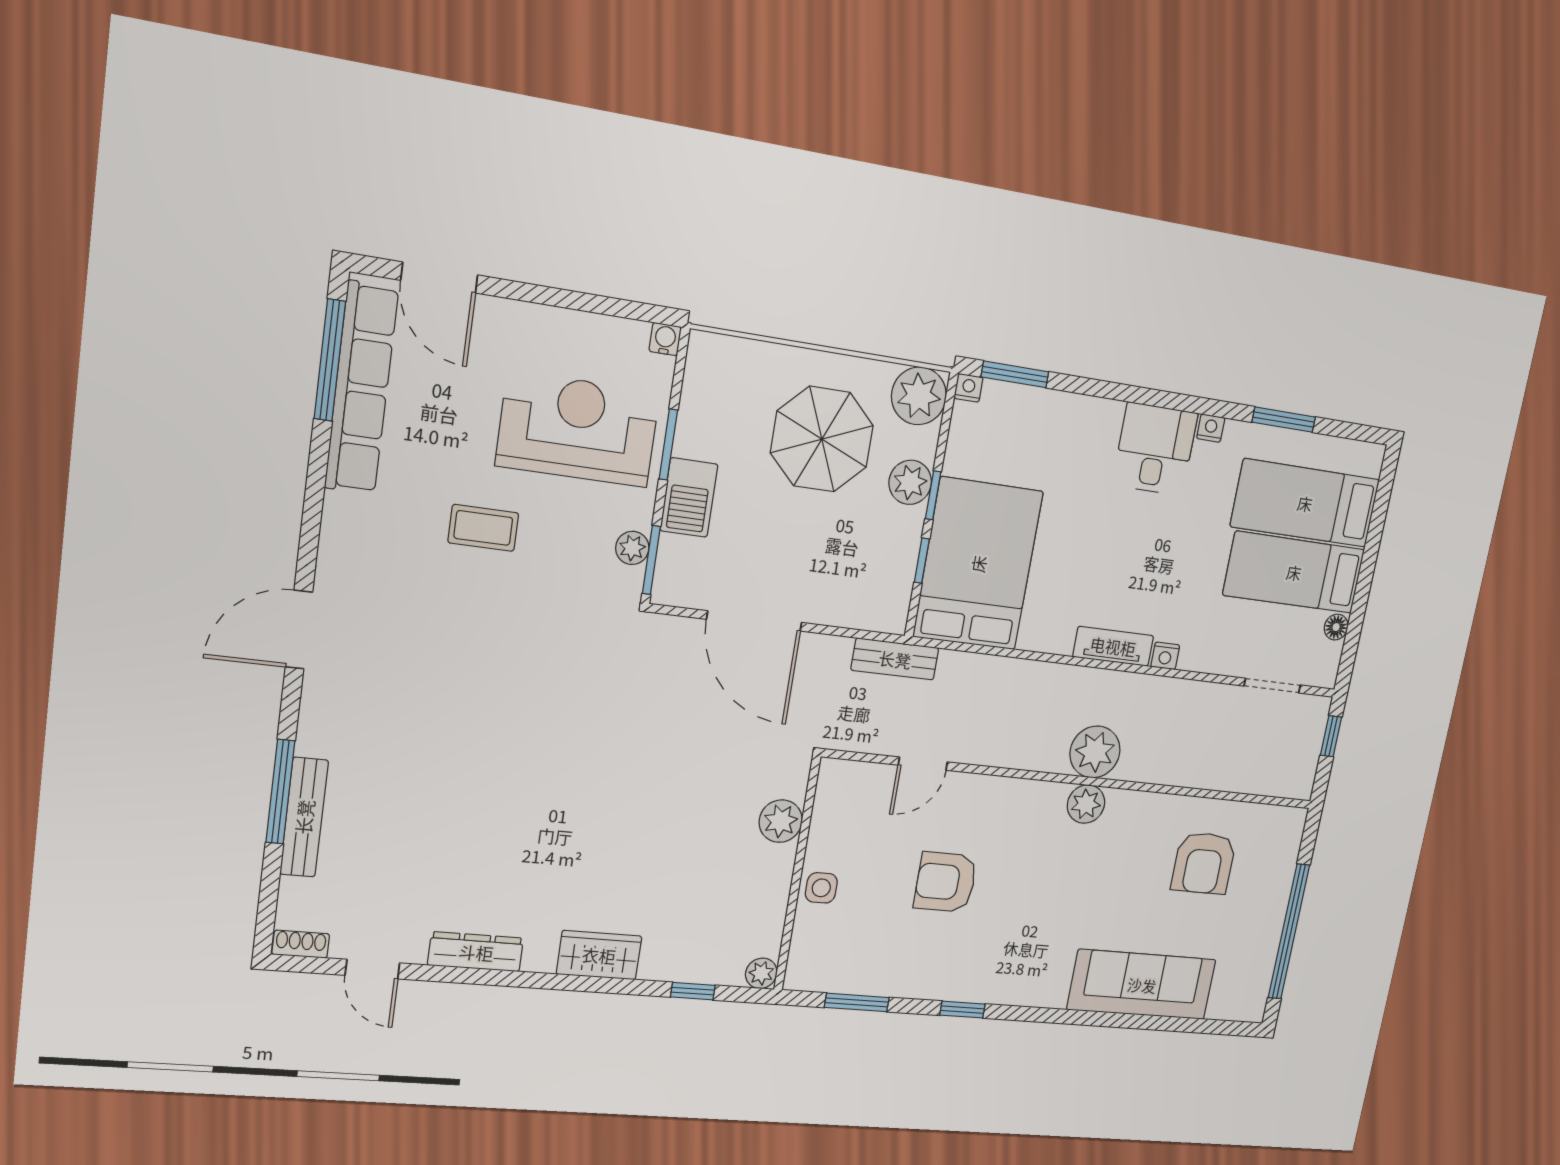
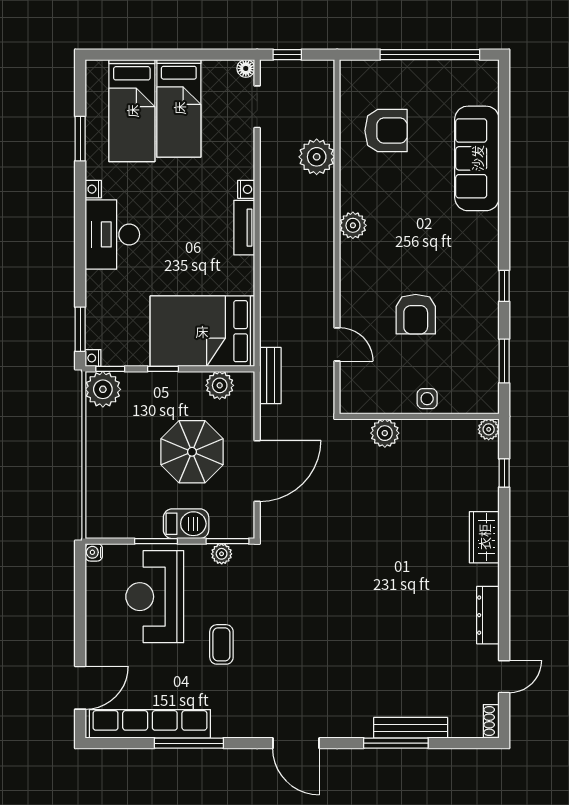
window: (330, 360) -> (189, 743), moved
parasol: (822, 439) -> (192, 452), moved
desk: (1155, 449) -> (112, 234), width x1.37
plant: (910, 482) -> (220, 385), moved
window: (922, 561) -> (110, 369), moved
floor lamp: (1336, 627) -> (246, 68), moved
plant: (1095, 752) -> (317, 157), moved

